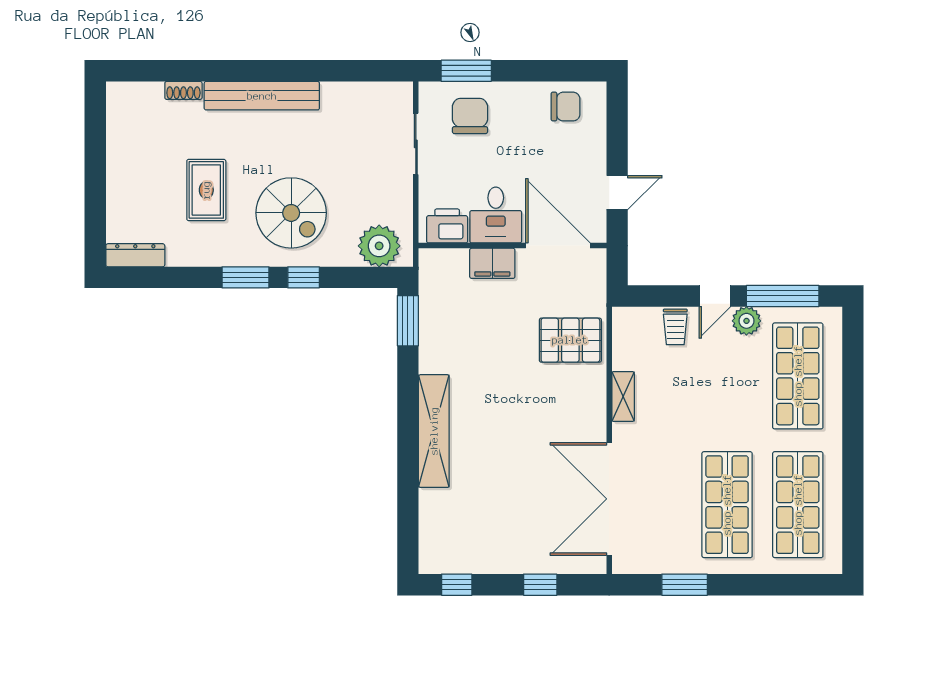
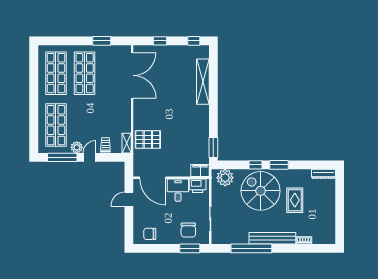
window: (314, 71) -> (251, 248), added
spiral stairs: (291, 213) -> (261, 191), width x1.37, depth x1.37
filing cabinet: (492, 263) -> (200, 171), moved
shelving: (623, 397) -> (127, 143), moved
shelving: (434, 431) -> (203, 82), moved

